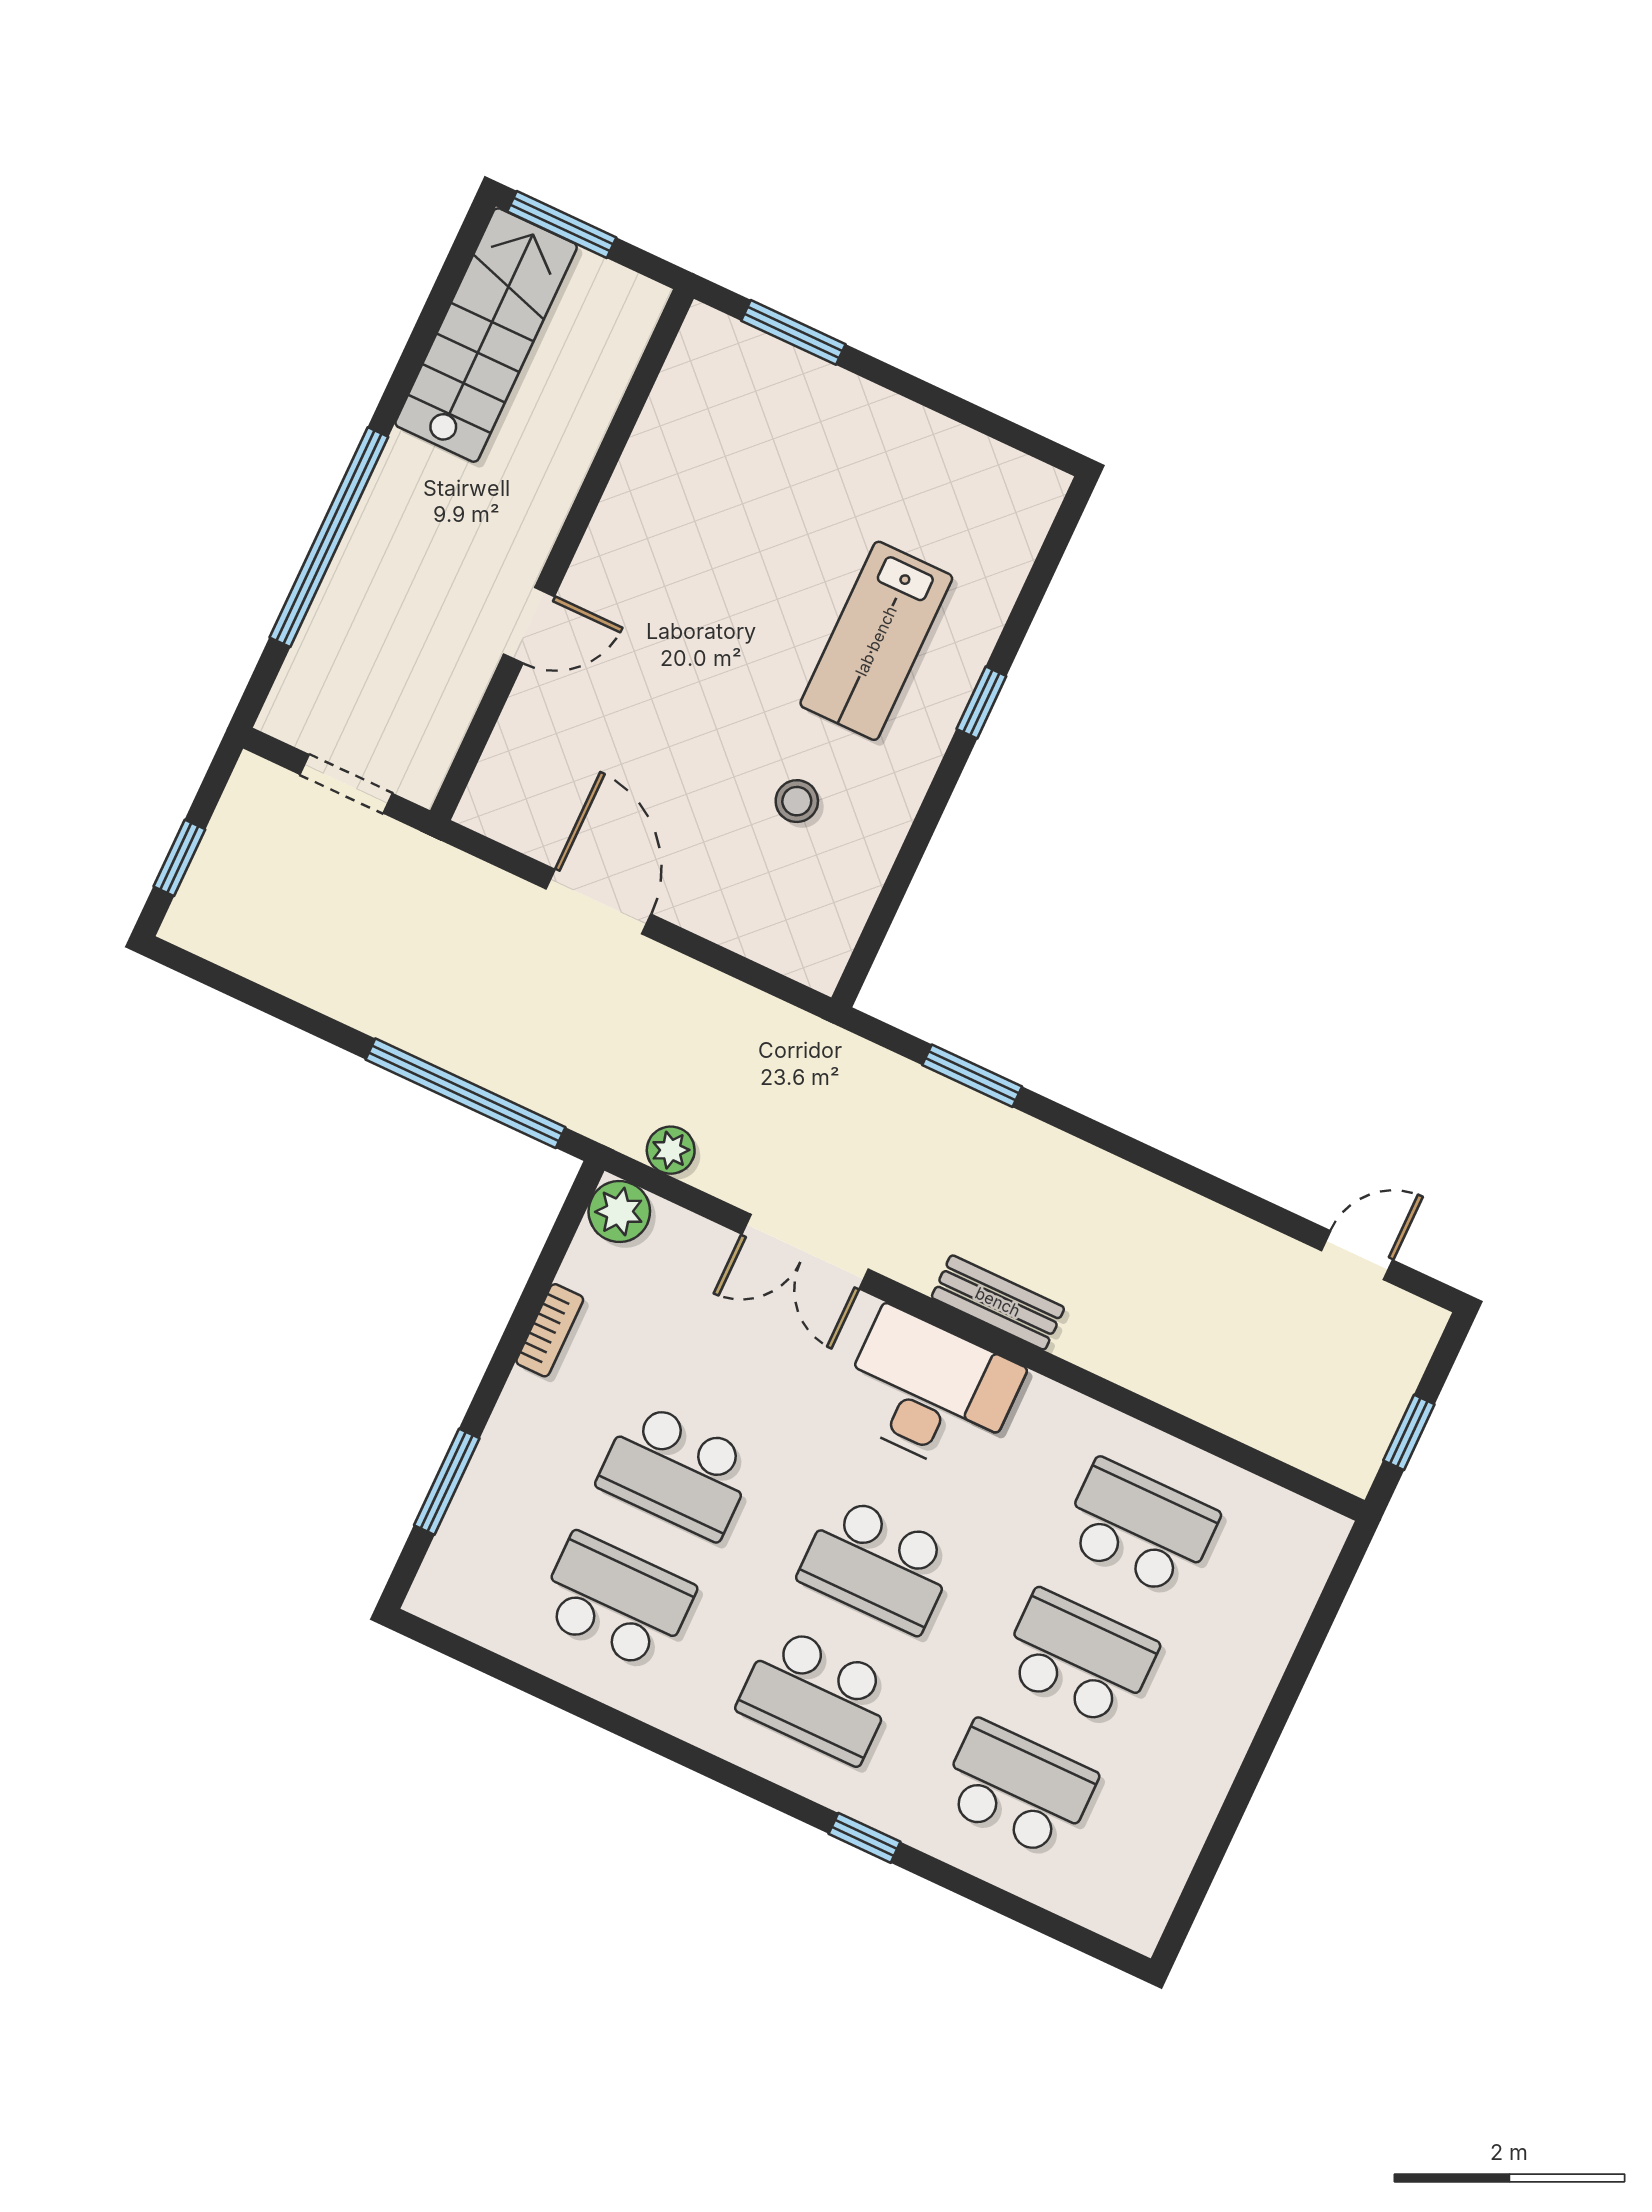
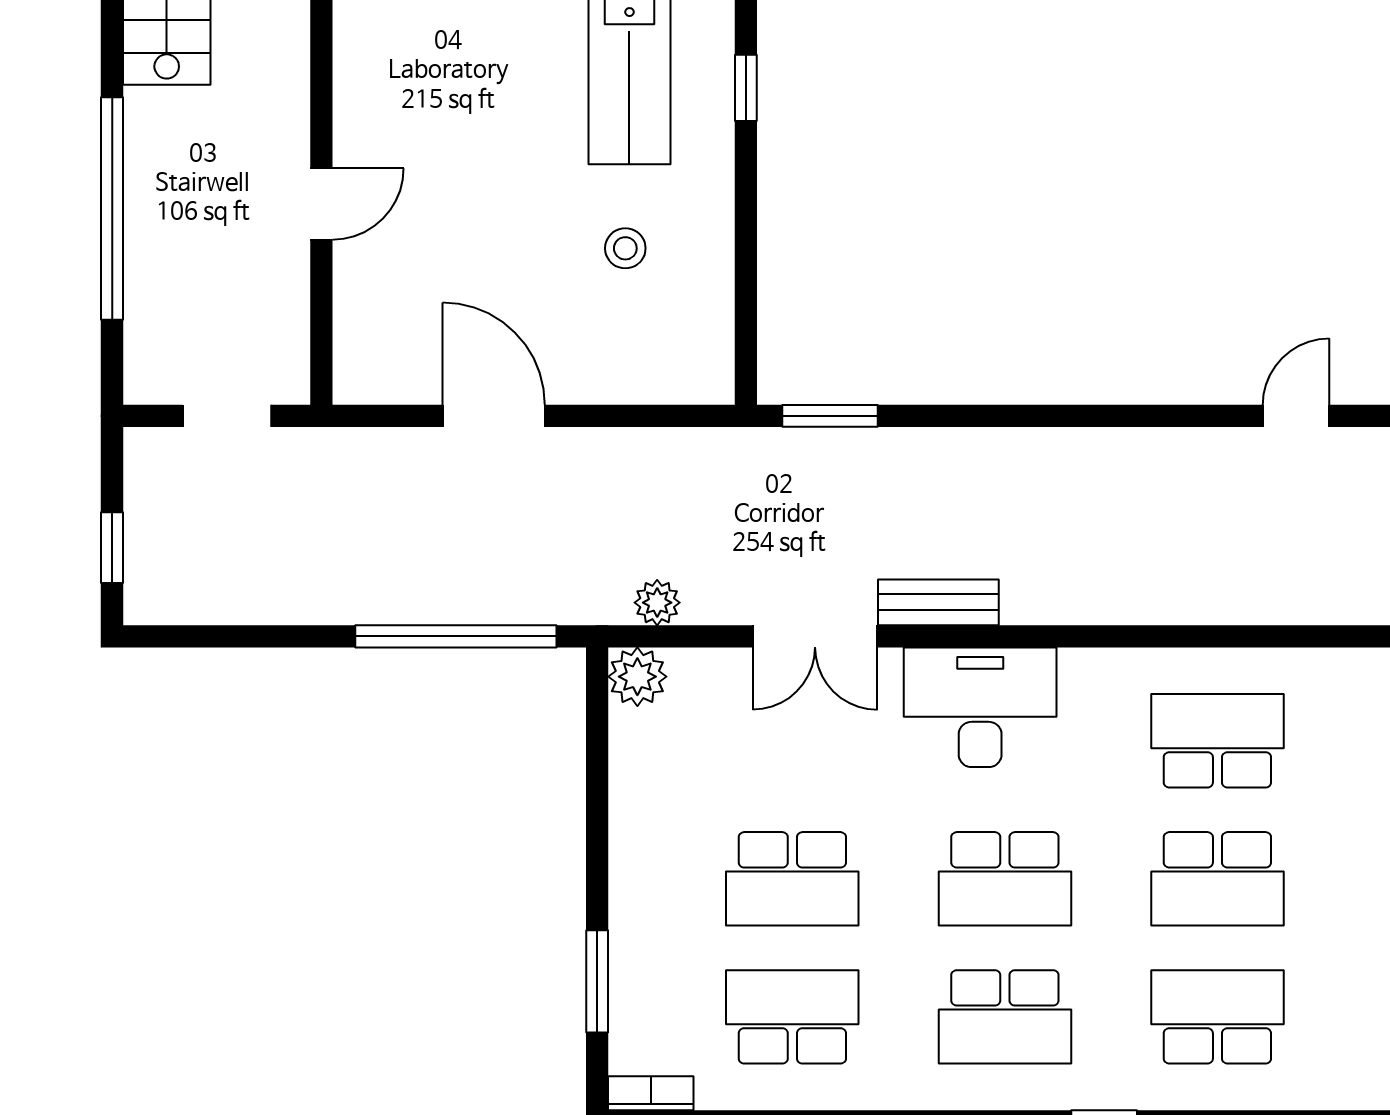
window: (972, 1076) -> (830, 416), moved
bench: (998, 1302) -> (938, 602), moved
bookcase: (550, 1330) -> (651, 1093), moved, turned -90
school desk: (1079, 1658) -> (1217, 879), turned 180

